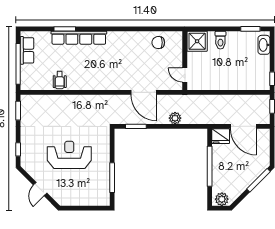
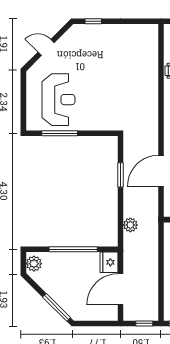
window: (18, 111) -> (139, 21), removed
plant: (175, 118) -> (130, 225), moved
window: (136, 126) -> (121, 175), moved
reception desk: (69, 155) -> (58, 100), moved

